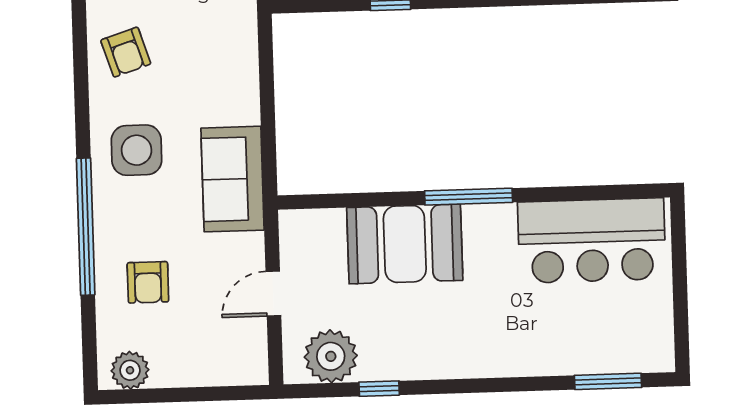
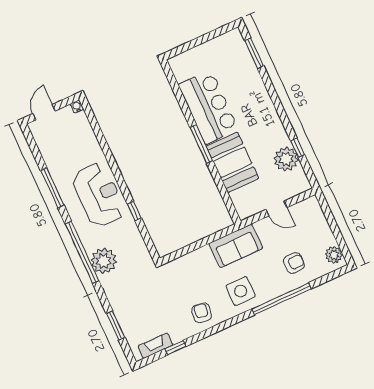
armchair: (126, 52) -> (202, 313), turned -63
bar counter: (592, 241) -> (208, 107), moved
plant: (331, 356) -> (286, 159), moved

